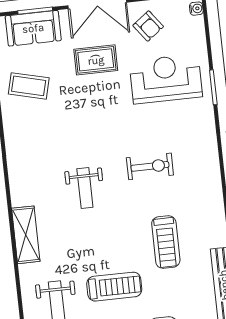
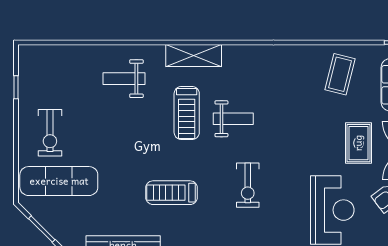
weight bench: (85, 188) -> (233, 119), turned 180
treadmill: (114, 287) -> (187, 113), moved

